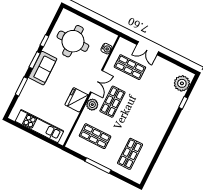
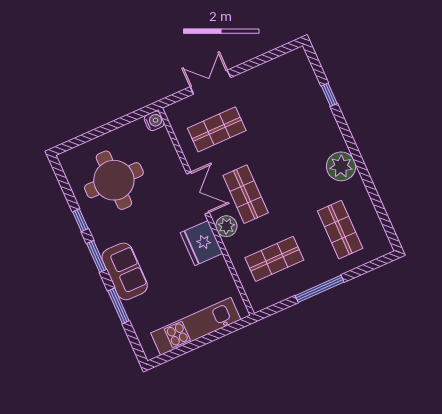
double door: (148, 48) -> (210, 82), swing flipped
water cooler: (106, 49) -> (154, 121), moved
sofa: (43, 68) -> (125, 271), moved
plant: (182, 83) -> (341, 166), moved

